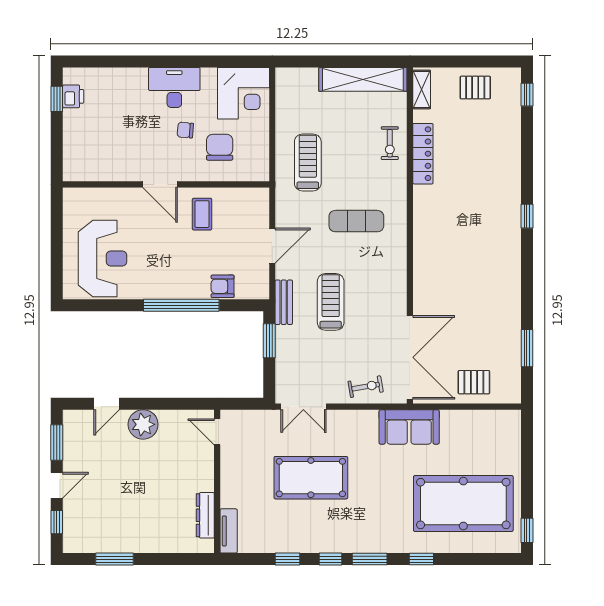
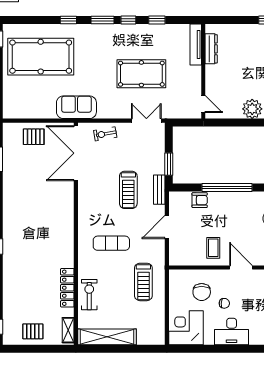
exercise bike: (390, 143) -> (89, 295), width x1.38, depth x1.39
tv unit: (229, 531) -> (196, 45), width x1.41

